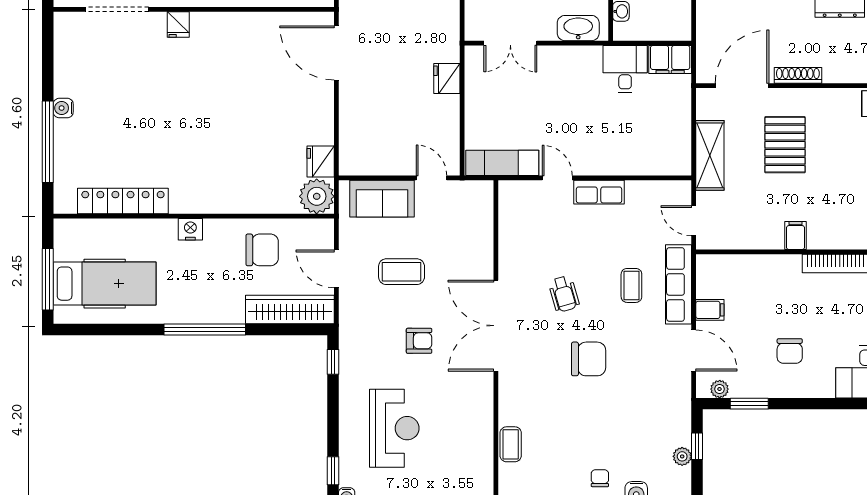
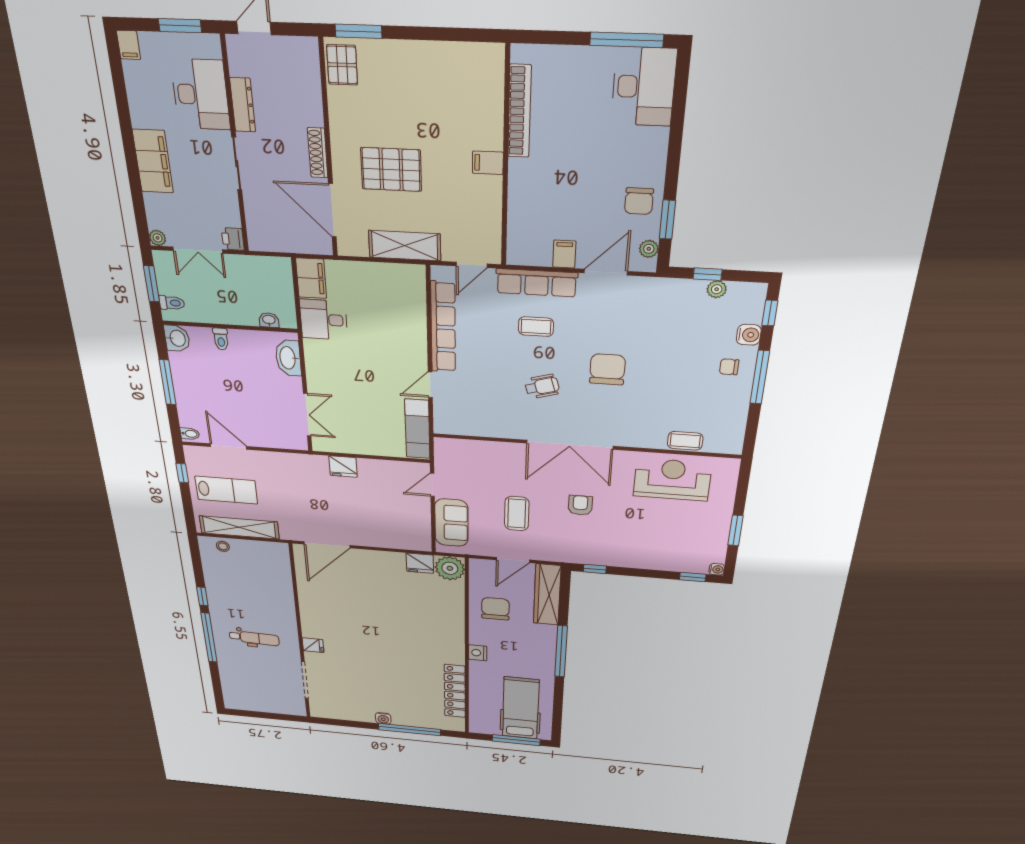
row of seats: (599, 192) -> (443, 327), width x2.02
chair: (790, 351) -> (639, 201), moved, turned 90
reception desk: (394, 428) -> (672, 480), moved

